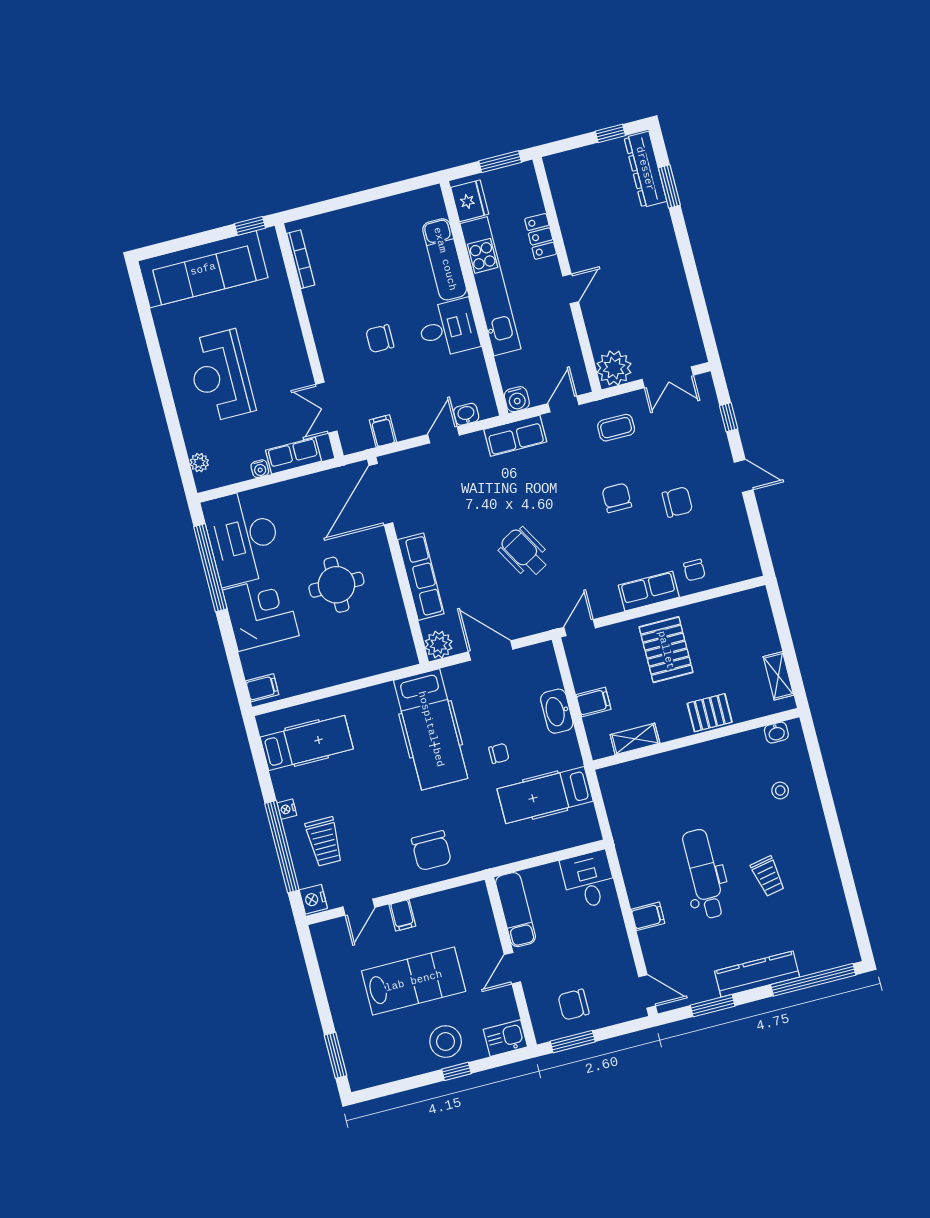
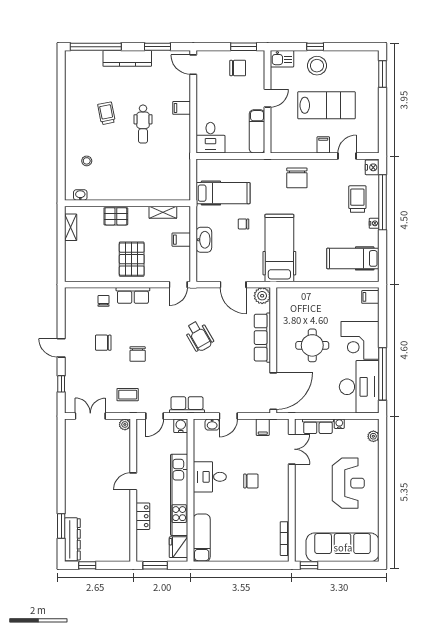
exam couch: (445, 259) -> (202, 538), moved
plant: (614, 368) -> (125, 424), width x0.53, depth x0.53
chair: (431, 851) -> (297, 178), turned 180
dental chair: (704, 874) -> (143, 124), width x0.73, depth x0.72
lab bench: (414, 981) -> (327, 105), turned 180

